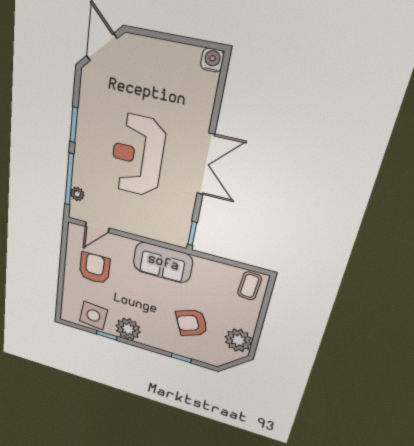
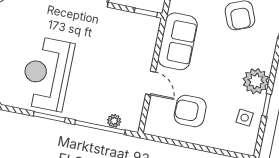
reception desk: (137, 155) -> (47, 74), moved, turned 90
door: (97, 227) -> (151, 83), moved
side table: (93, 316) -> (245, 118), width x0.54, depth x0.54

